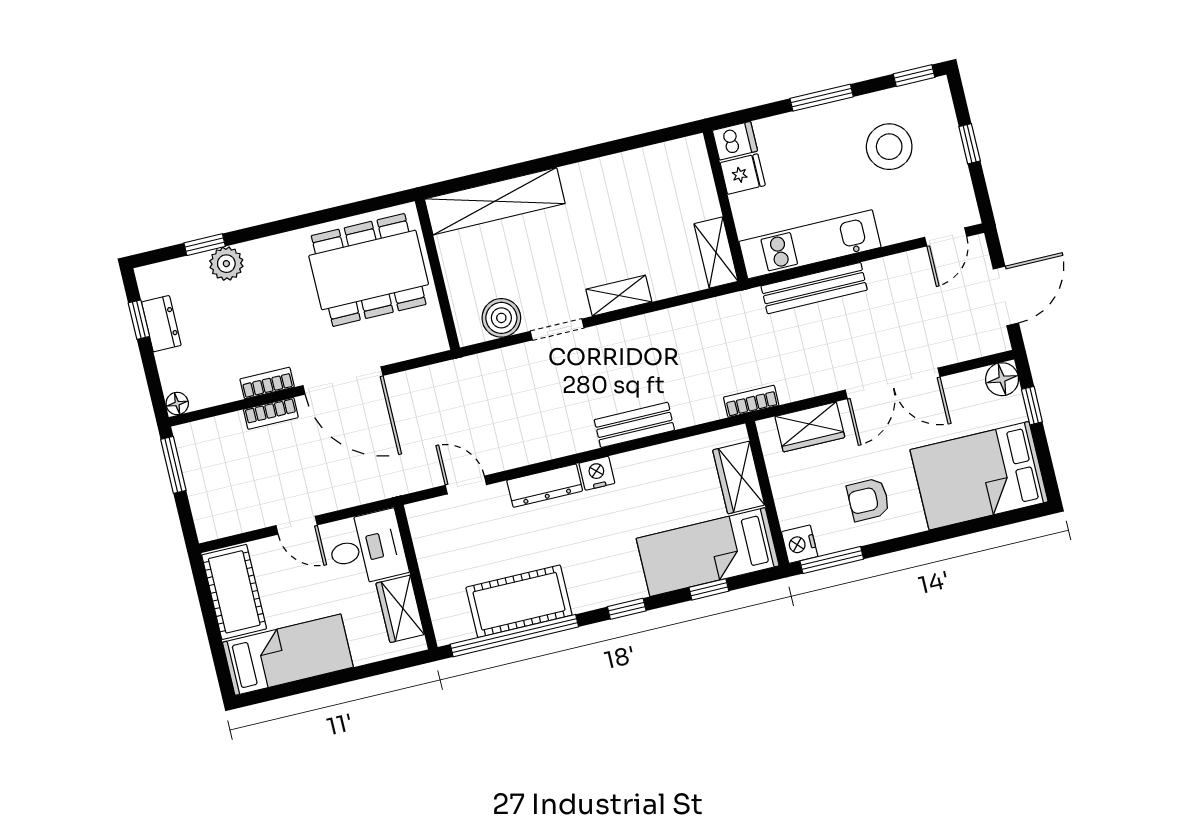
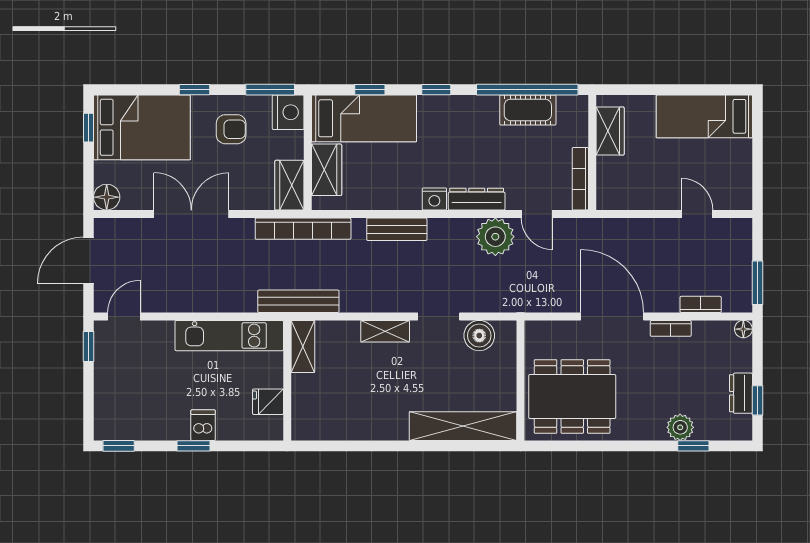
window: (822, 98) -> (194, 446), width x0.67
dishwasher: (735, 141) -> (203, 425), moved, turned 90
window: (970, 144) -> (89, 347), moved
stool: (889, 147) -> (151, 396), removed
bench: (814, 288) -> (298, 301), moved
bookcase: (751, 401) -> (303, 229), width x2.31, depth x1.31
window: (1032, 406) -> (89, 128), moved
bookcase: (271, 413) -> (701, 304), moved
wardrobe: (810, 427) -> (289, 185), moved, turned -90
plant: (511, 445) -> (495, 237), added
door: (297, 525) -> (697, 214), moved
window: (925, 538) -> (194, 90), added
bookcase: (423, 541) -> (580, 179), added
nightstand: (800, 544) -> (288, 112), width x1.36, depth x1.33
desk: (367, 548) -> (624, 183), removed
cot: (234, 592) -> (734, 174), removed
cot: (519, 601) -> (528, 110), width x0.73, depth x0.75

